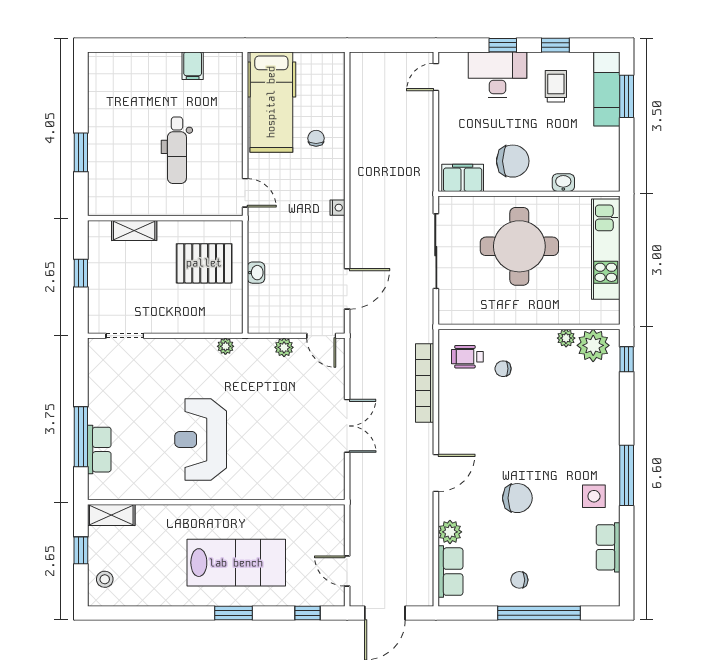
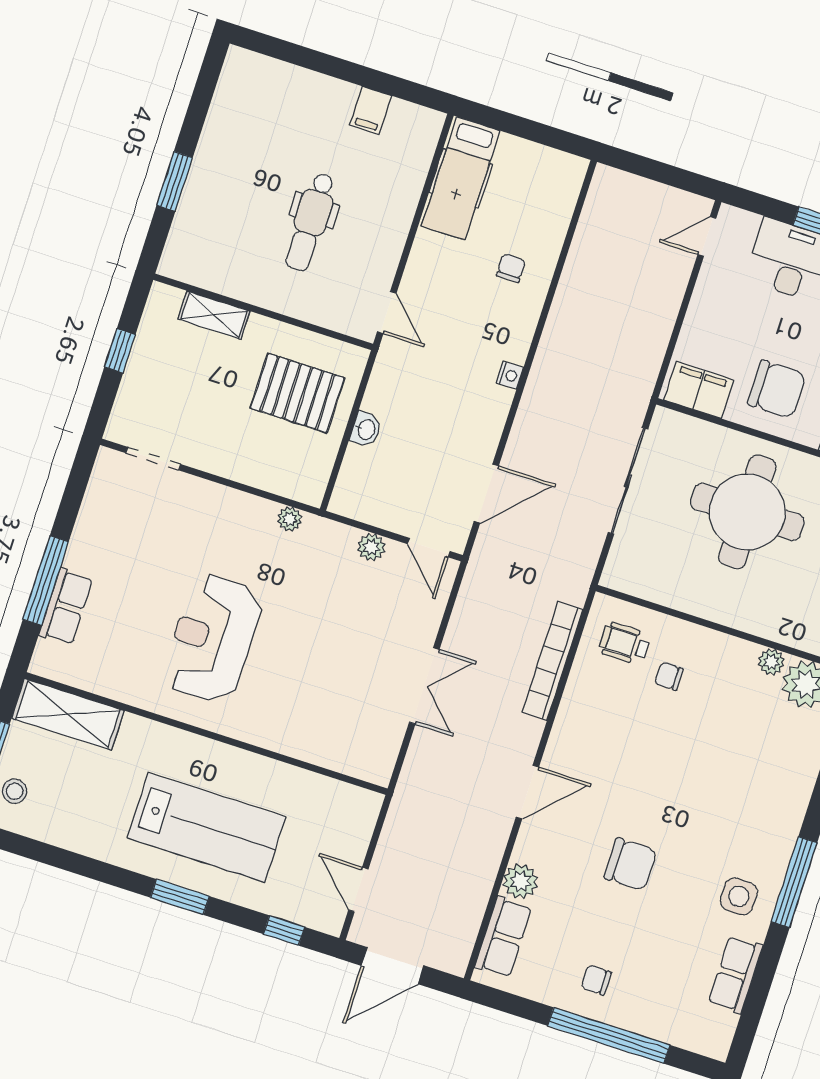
hospital bed: (271, 102) -> (461, 178), width x0.73, depth x0.78
shelving: (111, 515) -> (68, 714), width x1.50, depth x1.33

